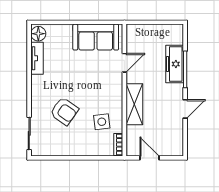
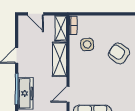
shelving: (133, 141) -> (61, 28), added
door: (149, 158) -> (35, 14), moved

